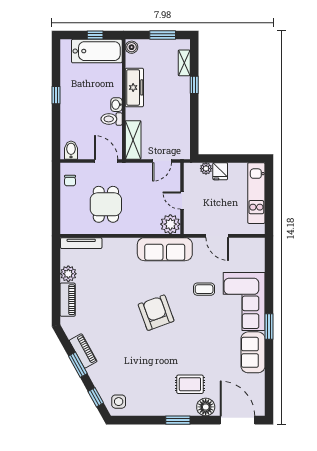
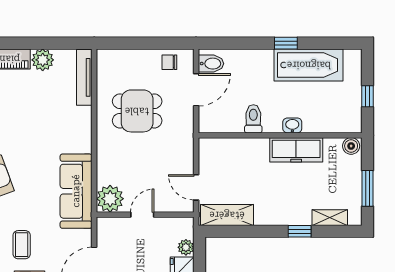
bathtub: (97, 51) -> (309, 65), moved, turned -90
washbasin: (116, 105) -> (292, 125), moved
shelving: (133, 140) -> (227, 215), moved
door: (106, 161) -> (196, 90), moved

